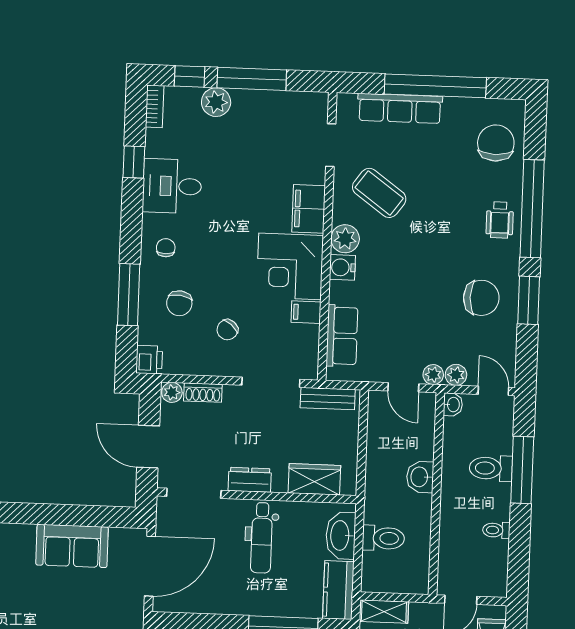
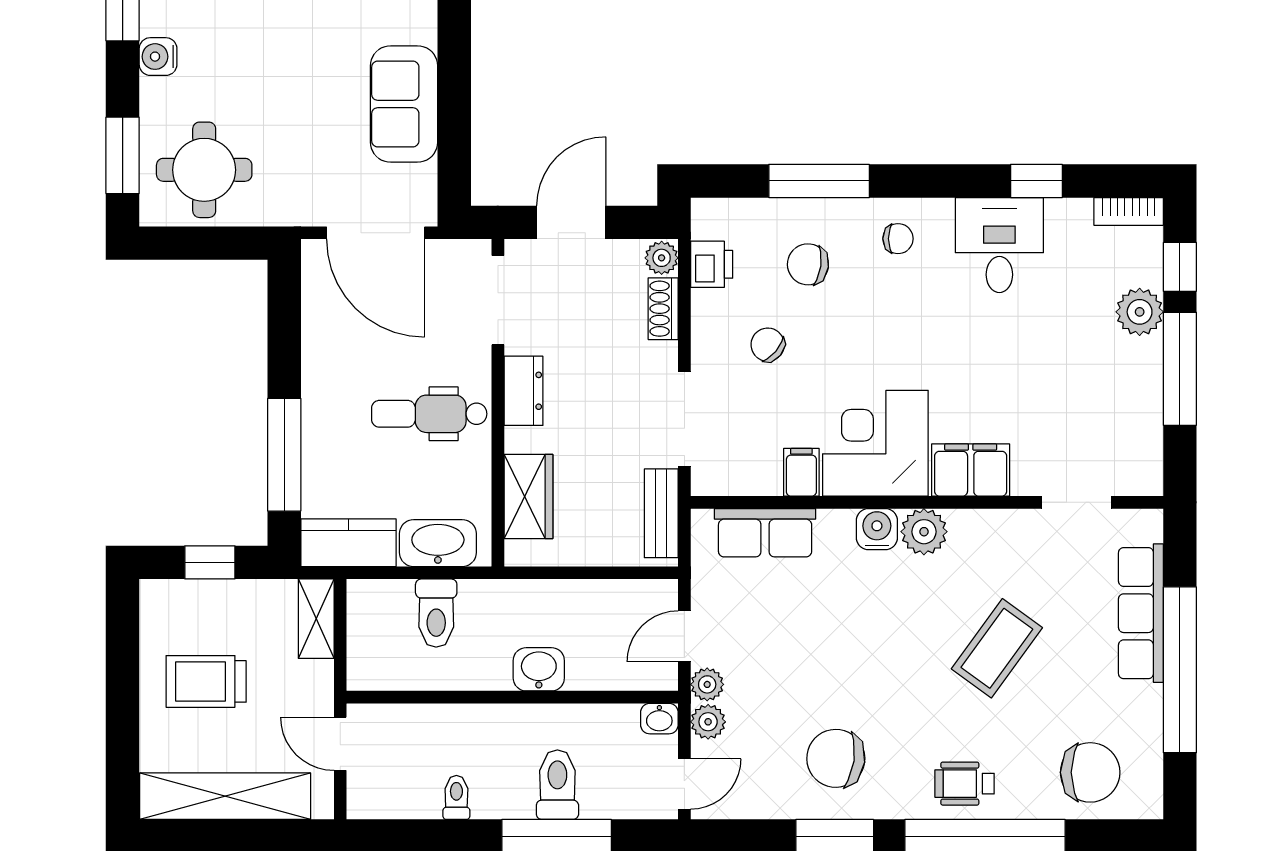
coffee table: (379, 193) -> (997, 648), moved
chair: (481, 298) -> (836, 758), turned 98
printer: (149, 360) -> (712, 264), moved, turned -90

